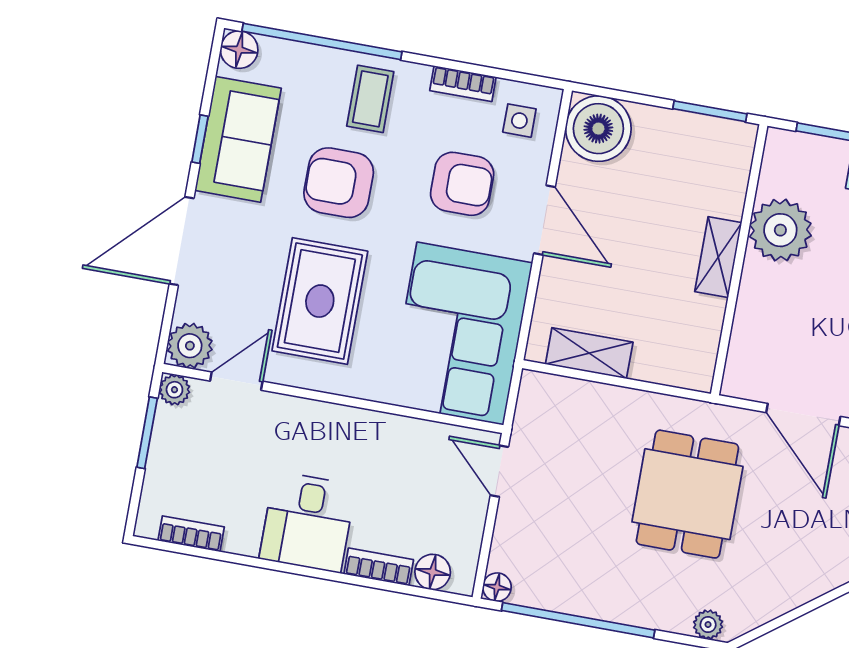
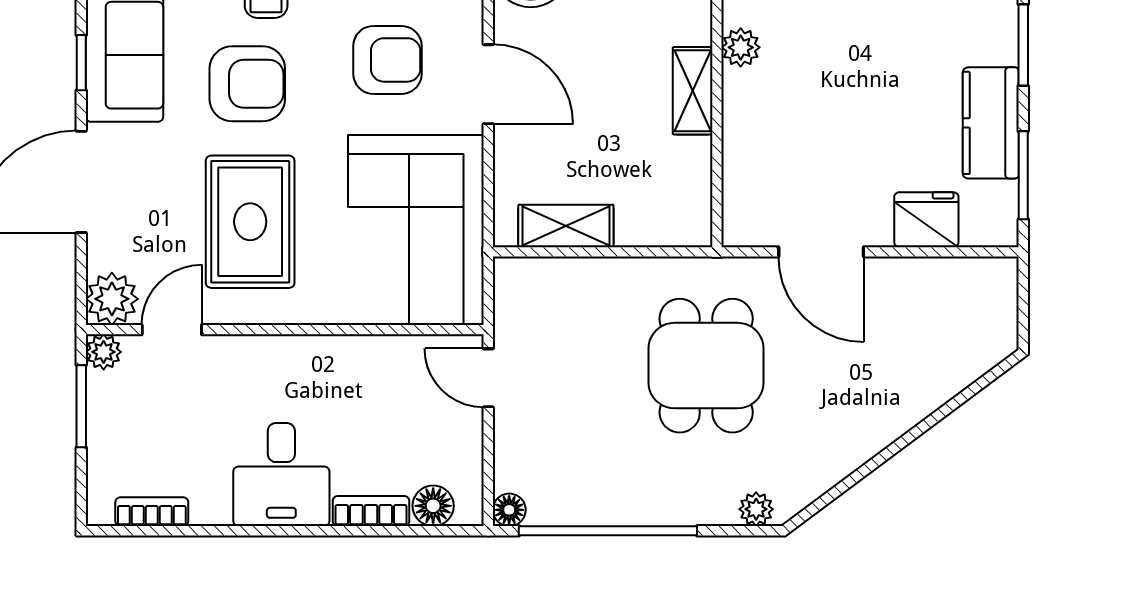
armchair: (339, 183) -> (247, 84), turned 180
plant: (780, 230) -> (741, 47), width x0.53, depth x0.53

